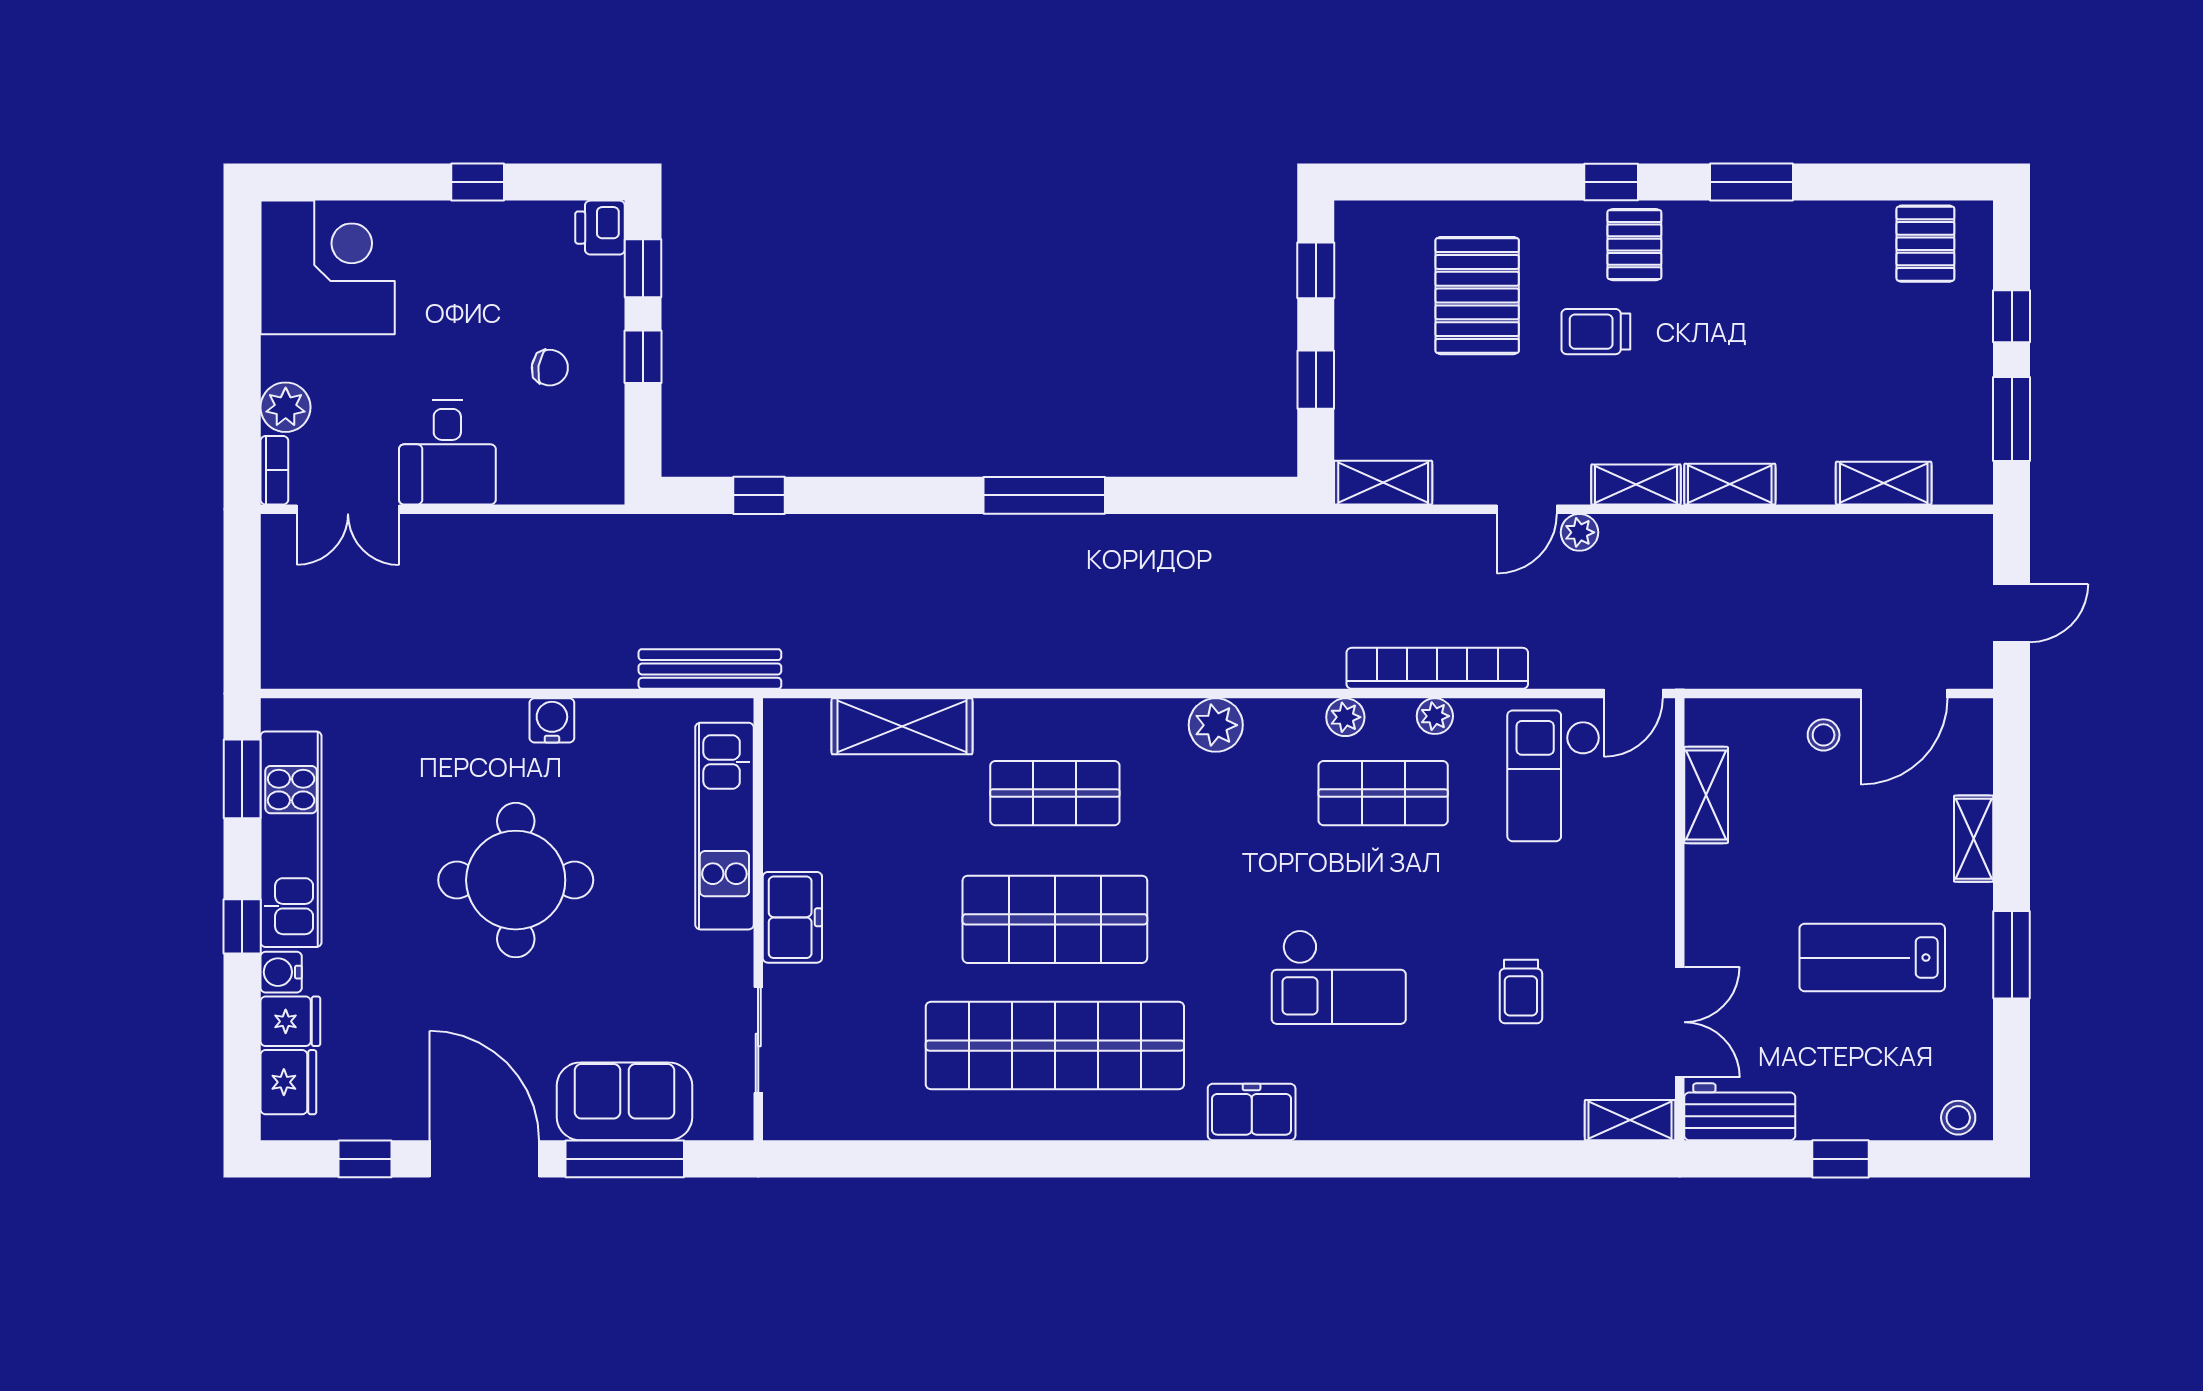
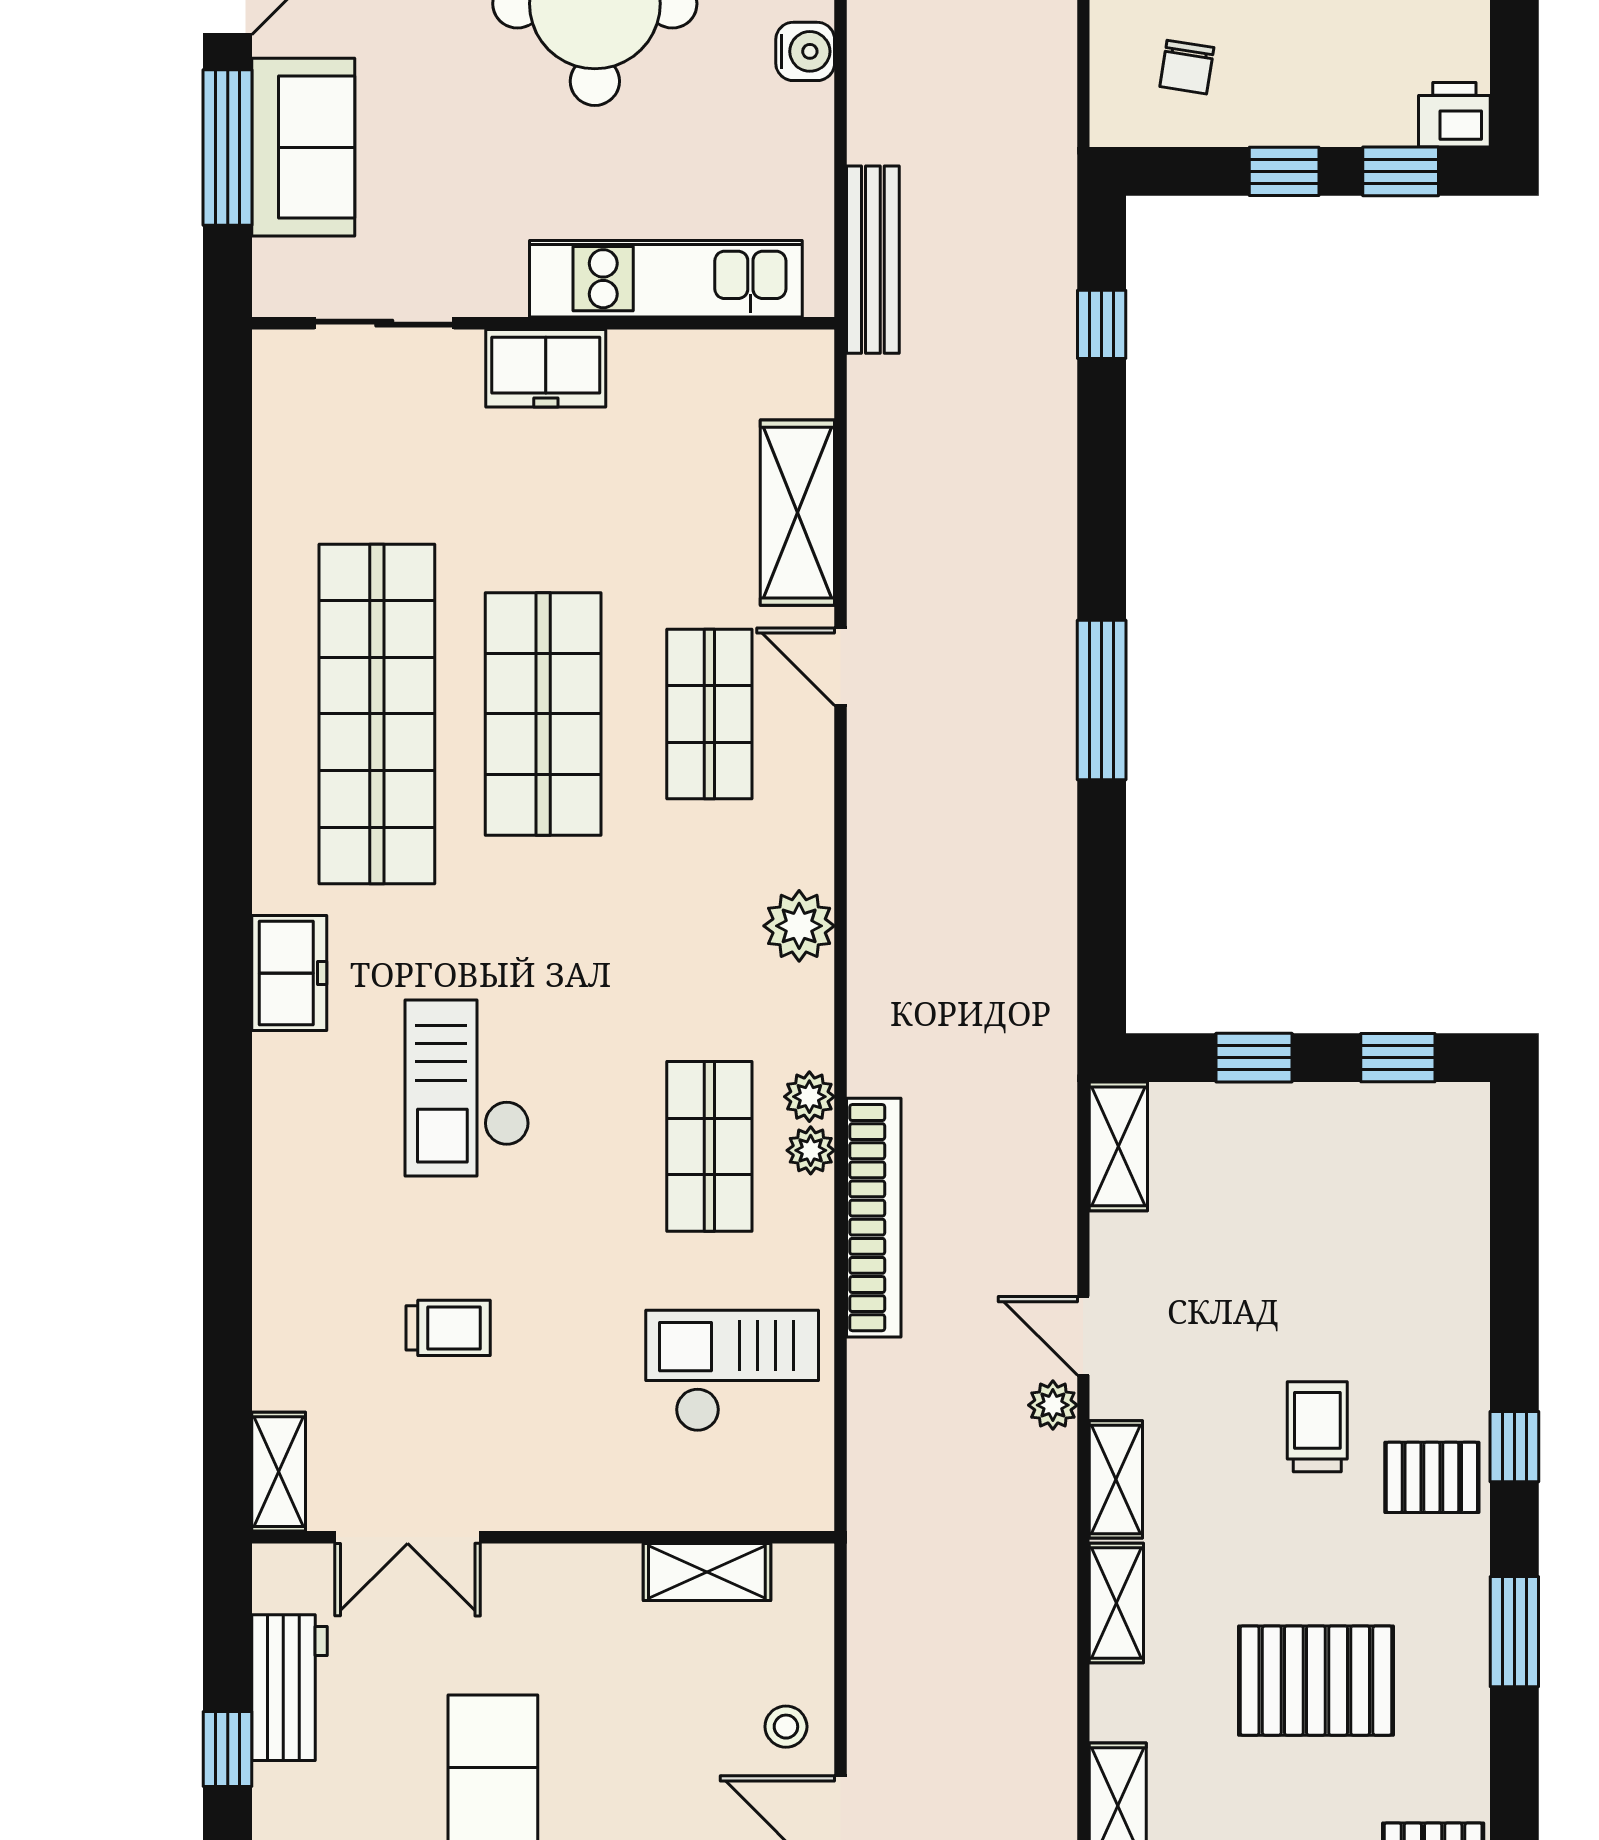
pallet: (1477, 296) -> (1316, 1681), moved
chair: (550, 368) -> (1187, 67), moved
door: (1633, 694) -> (841, 667), moved
plant: (1435, 716) -> (811, 1150), moved
trolley: (1521, 991) -> (448, 1328), turned 180
workbench: (1740, 1112) -> (289, 1688), moved

